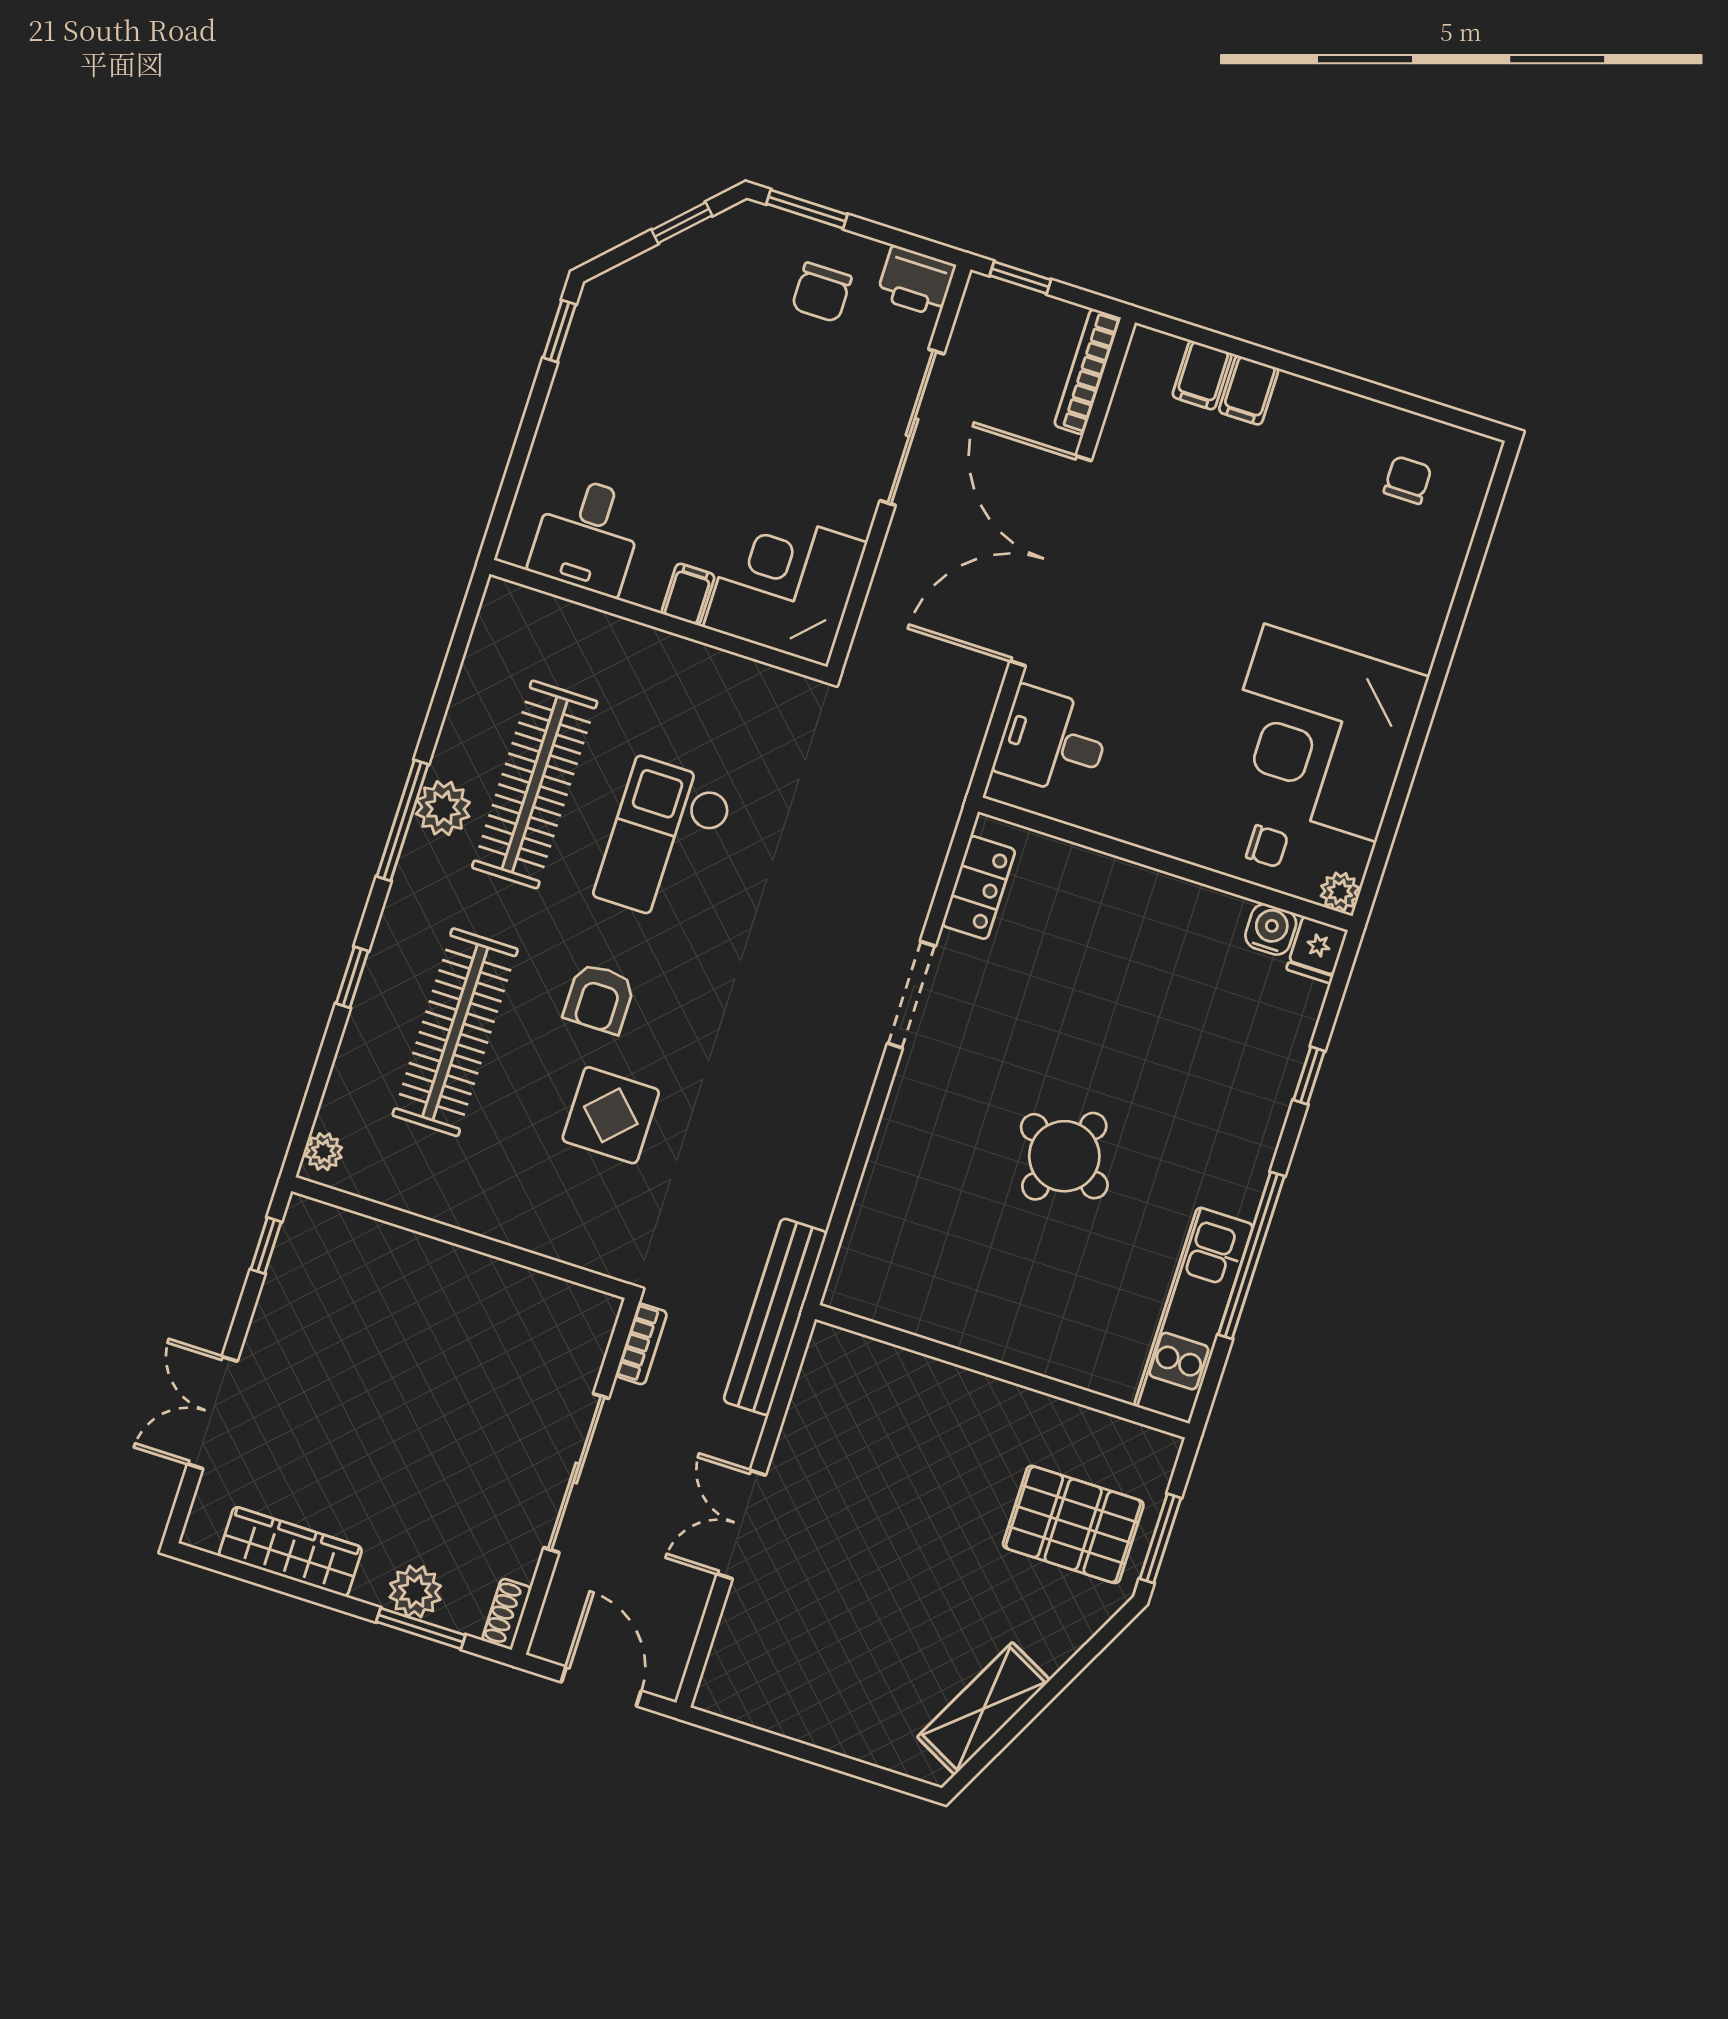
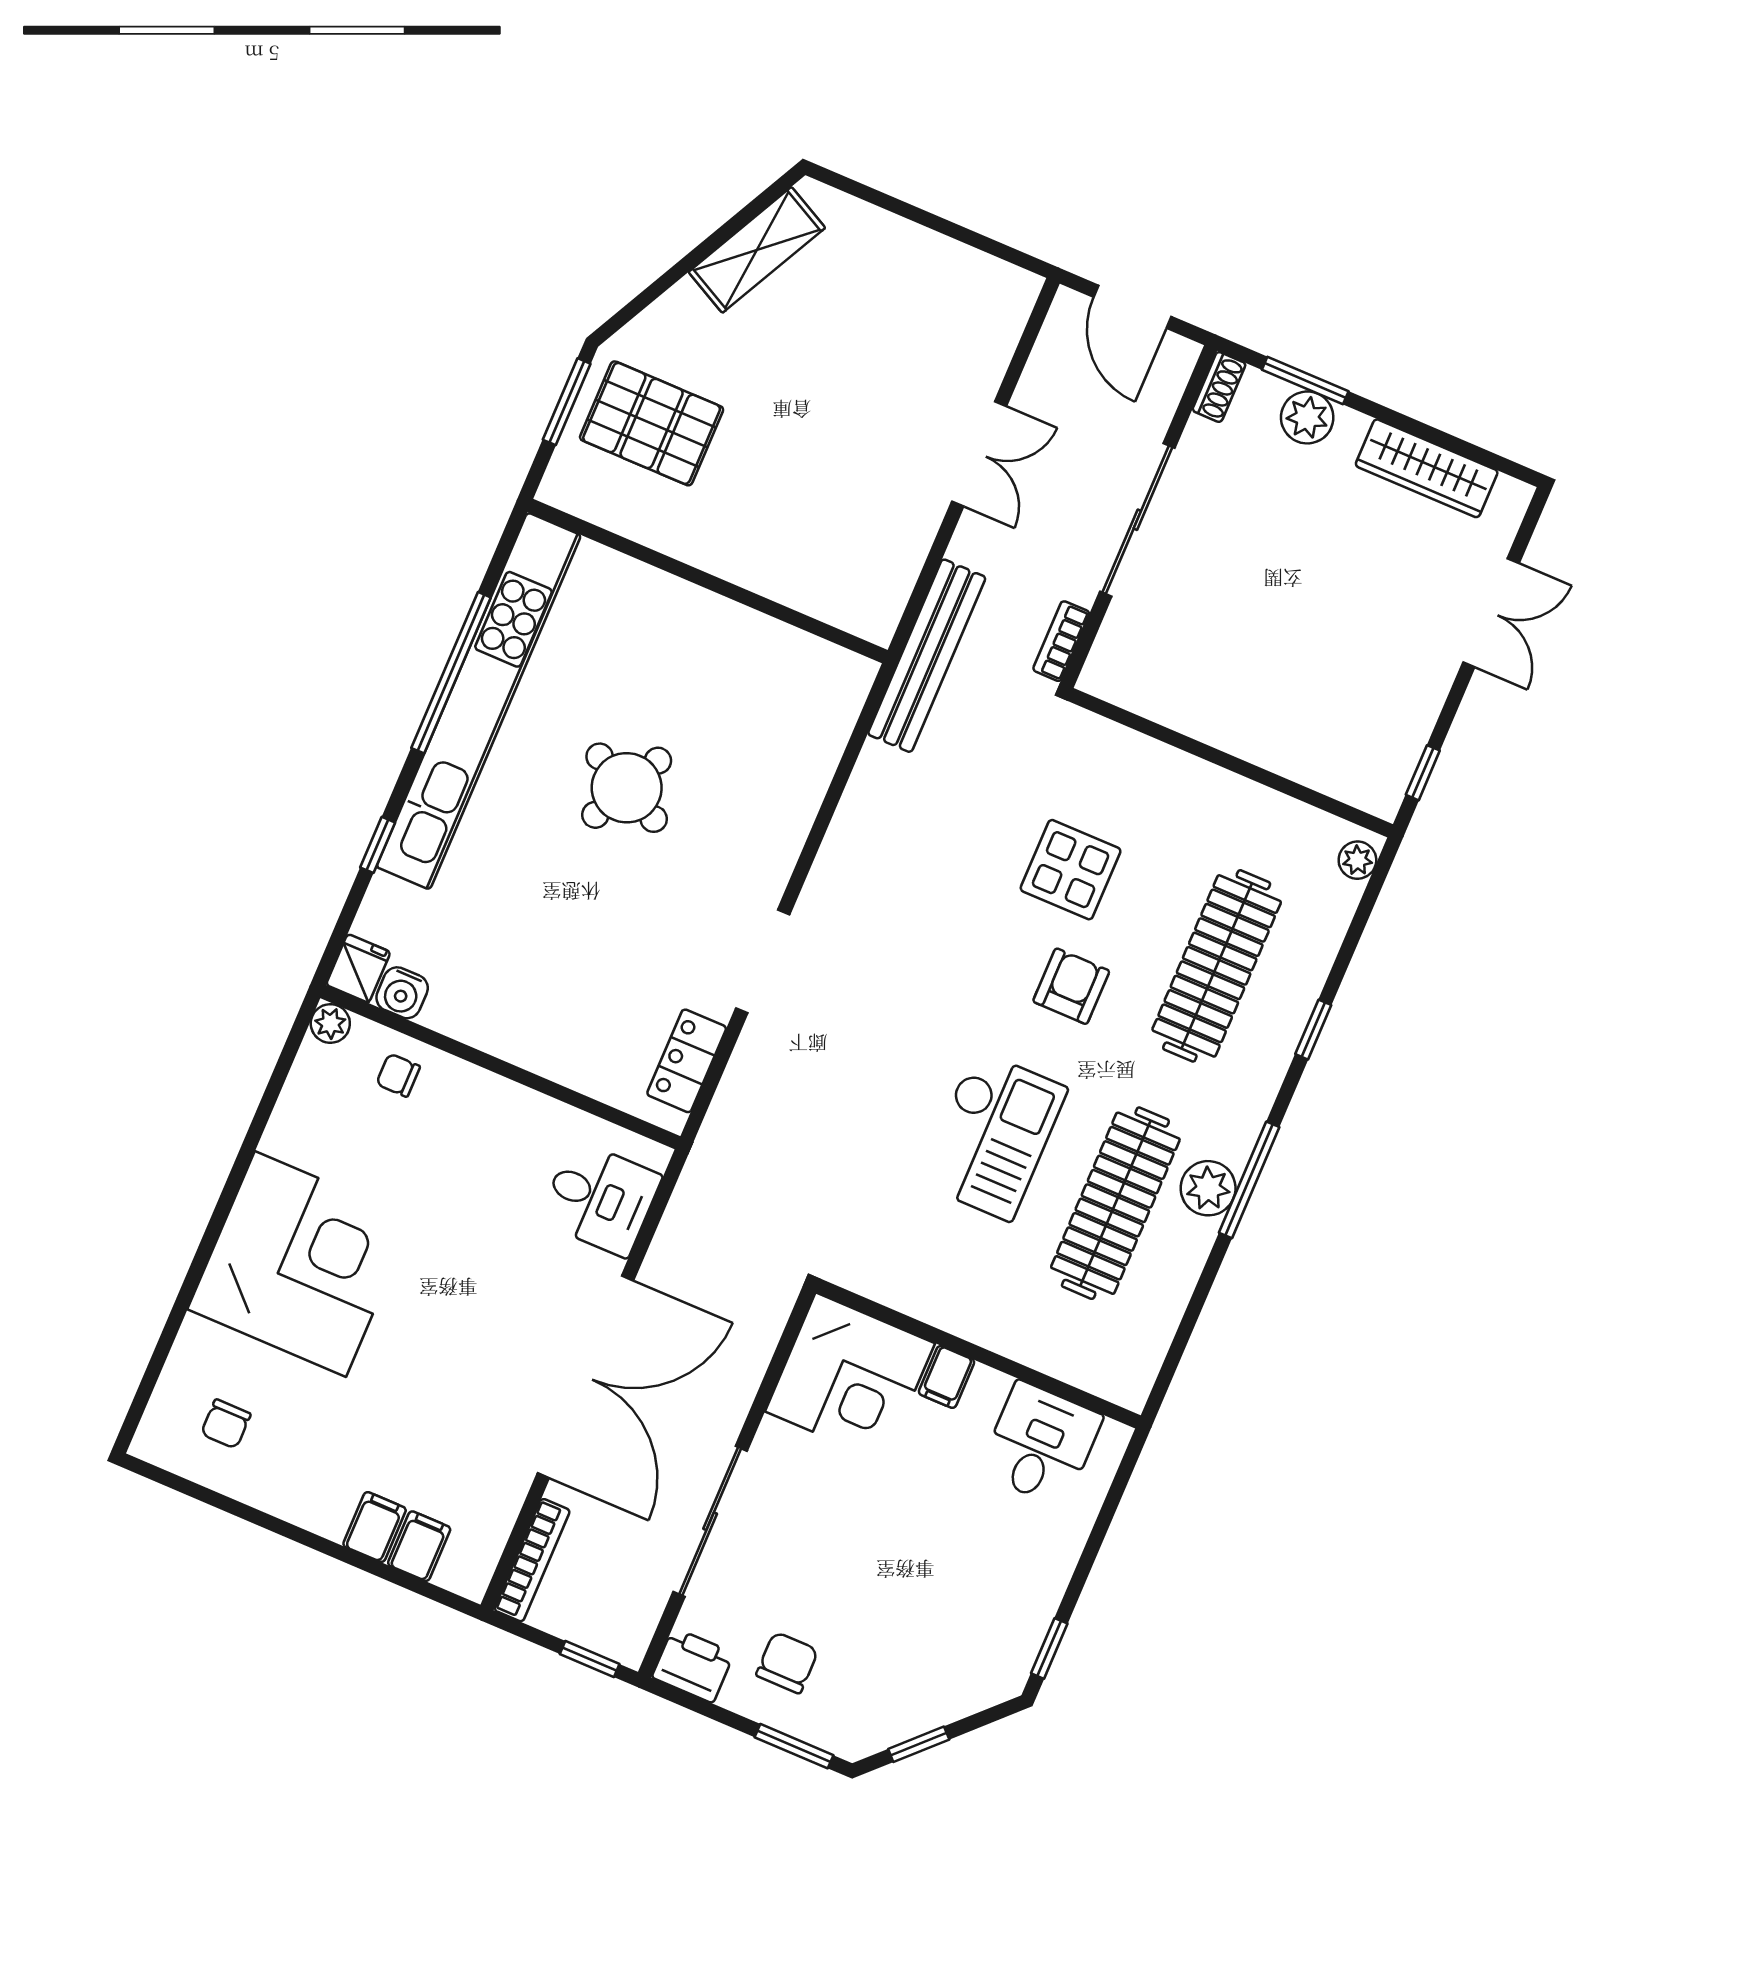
corner desk: (1320, 733) -> (300, 1264), moved
kitchen unit: (1194, 1315) -> (479, 701), width x1.86

